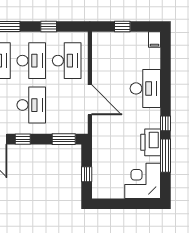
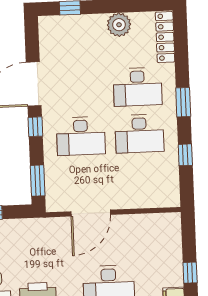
window: (122, 27) -> (190, 273), moved
desk: (67, 61) -> (141, 180), removed

